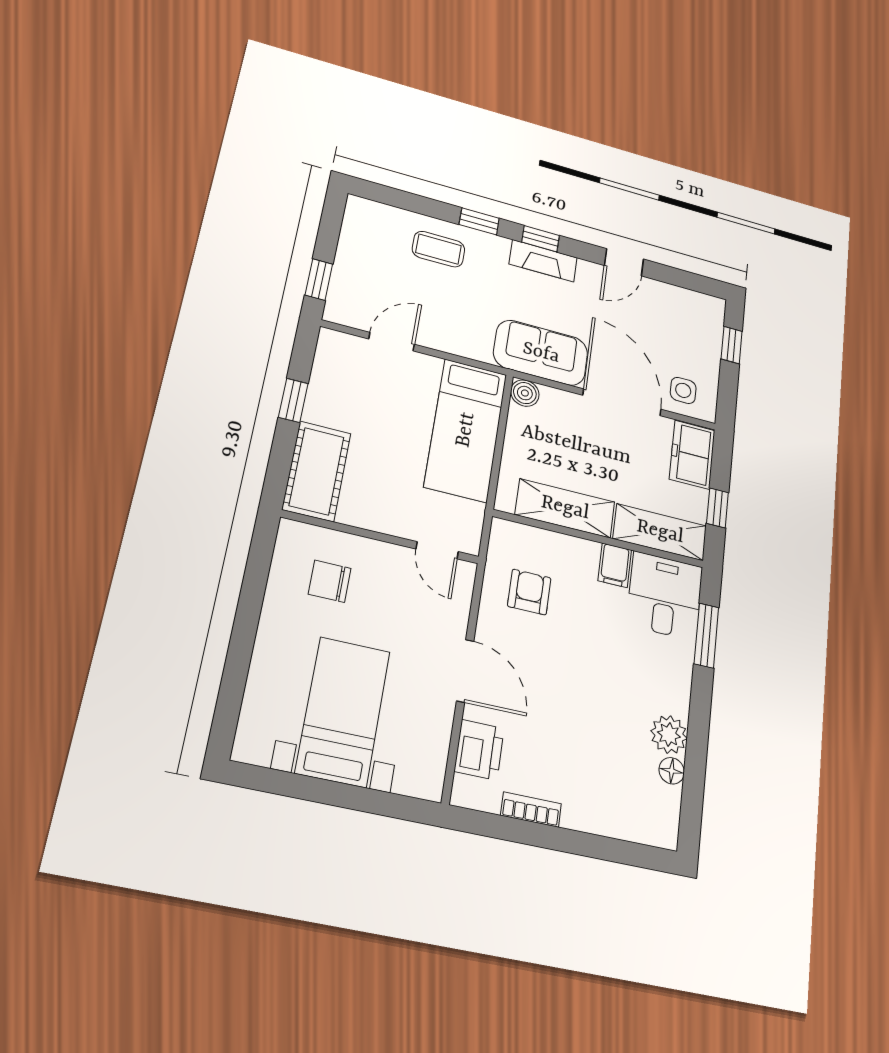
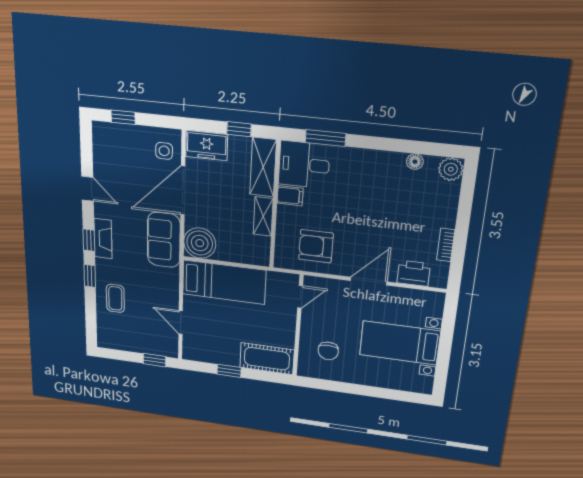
boiler: (525, 393) -> (200, 243), width x1.86, depth x1.86
shelving: (565, 508) -> (263, 216), width x0.67, depth x0.75
armchair: (529, 592) -> (316, 246), width x1.38, depth x1.38
plant: (669, 735) -> (451, 169), moved

